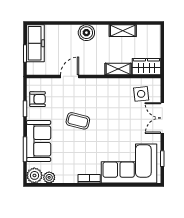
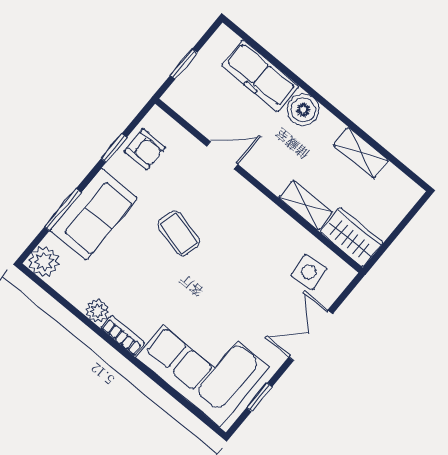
freezer: (35, 43) -> (260, 76), moved, turned 90
plant: (49, 177) -> (97, 311), moved

